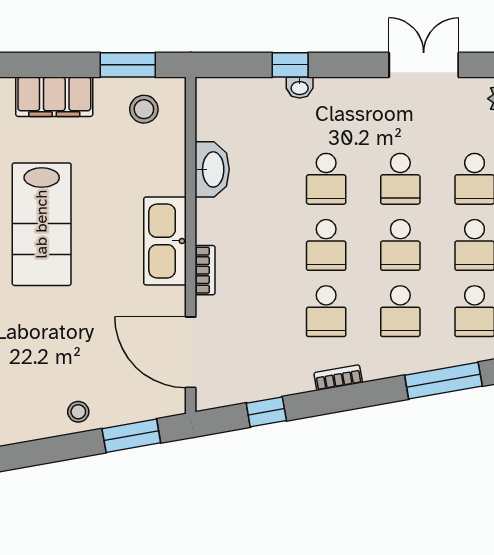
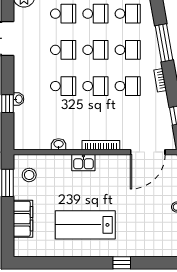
washbasin: (212, 169) -> (59, 144), width x0.52, depth x0.69
lab bench: (42, 224) -> (85, 225), turned 180
kitchen sink: (165, 241) -> (83, 163), width x0.53, depth x0.81
bookcase: (205, 270) -> (101, 145), width x1.56
window: (443, 381) -> (164, 43), moved

